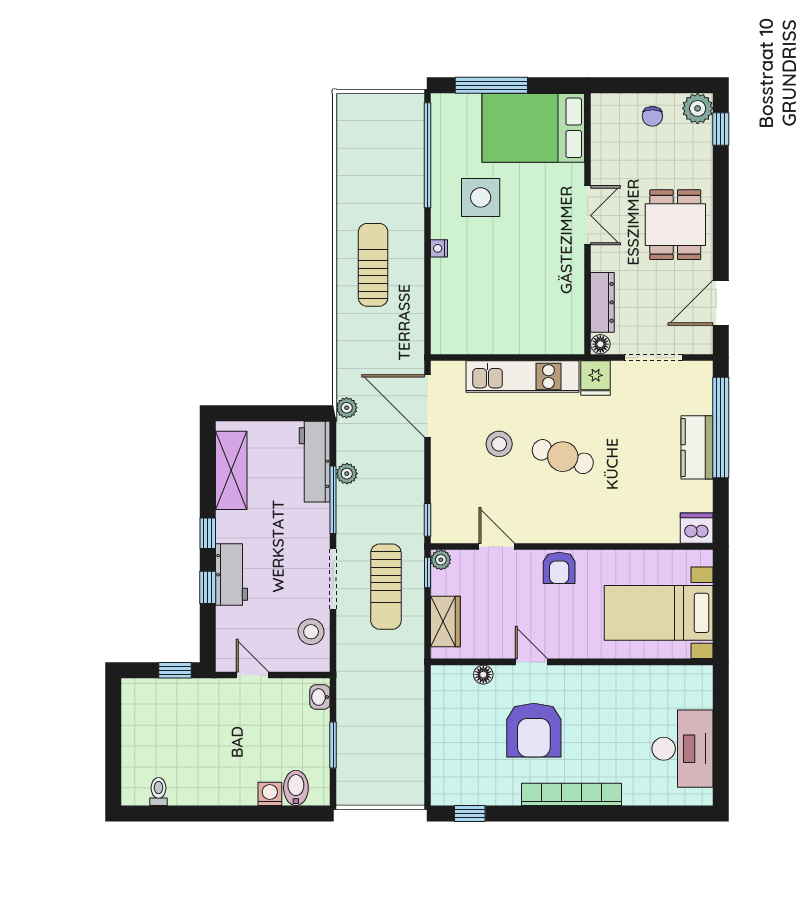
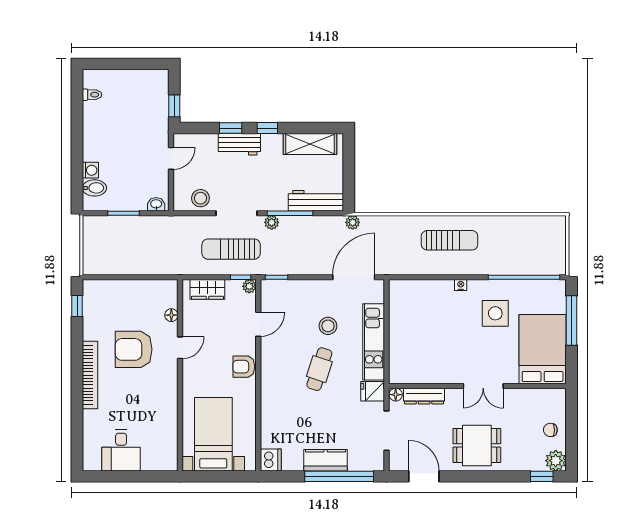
plant: (347, 474) -> (272, 222), moved
desk: (683, 749) -> (121, 450), width x0.73

